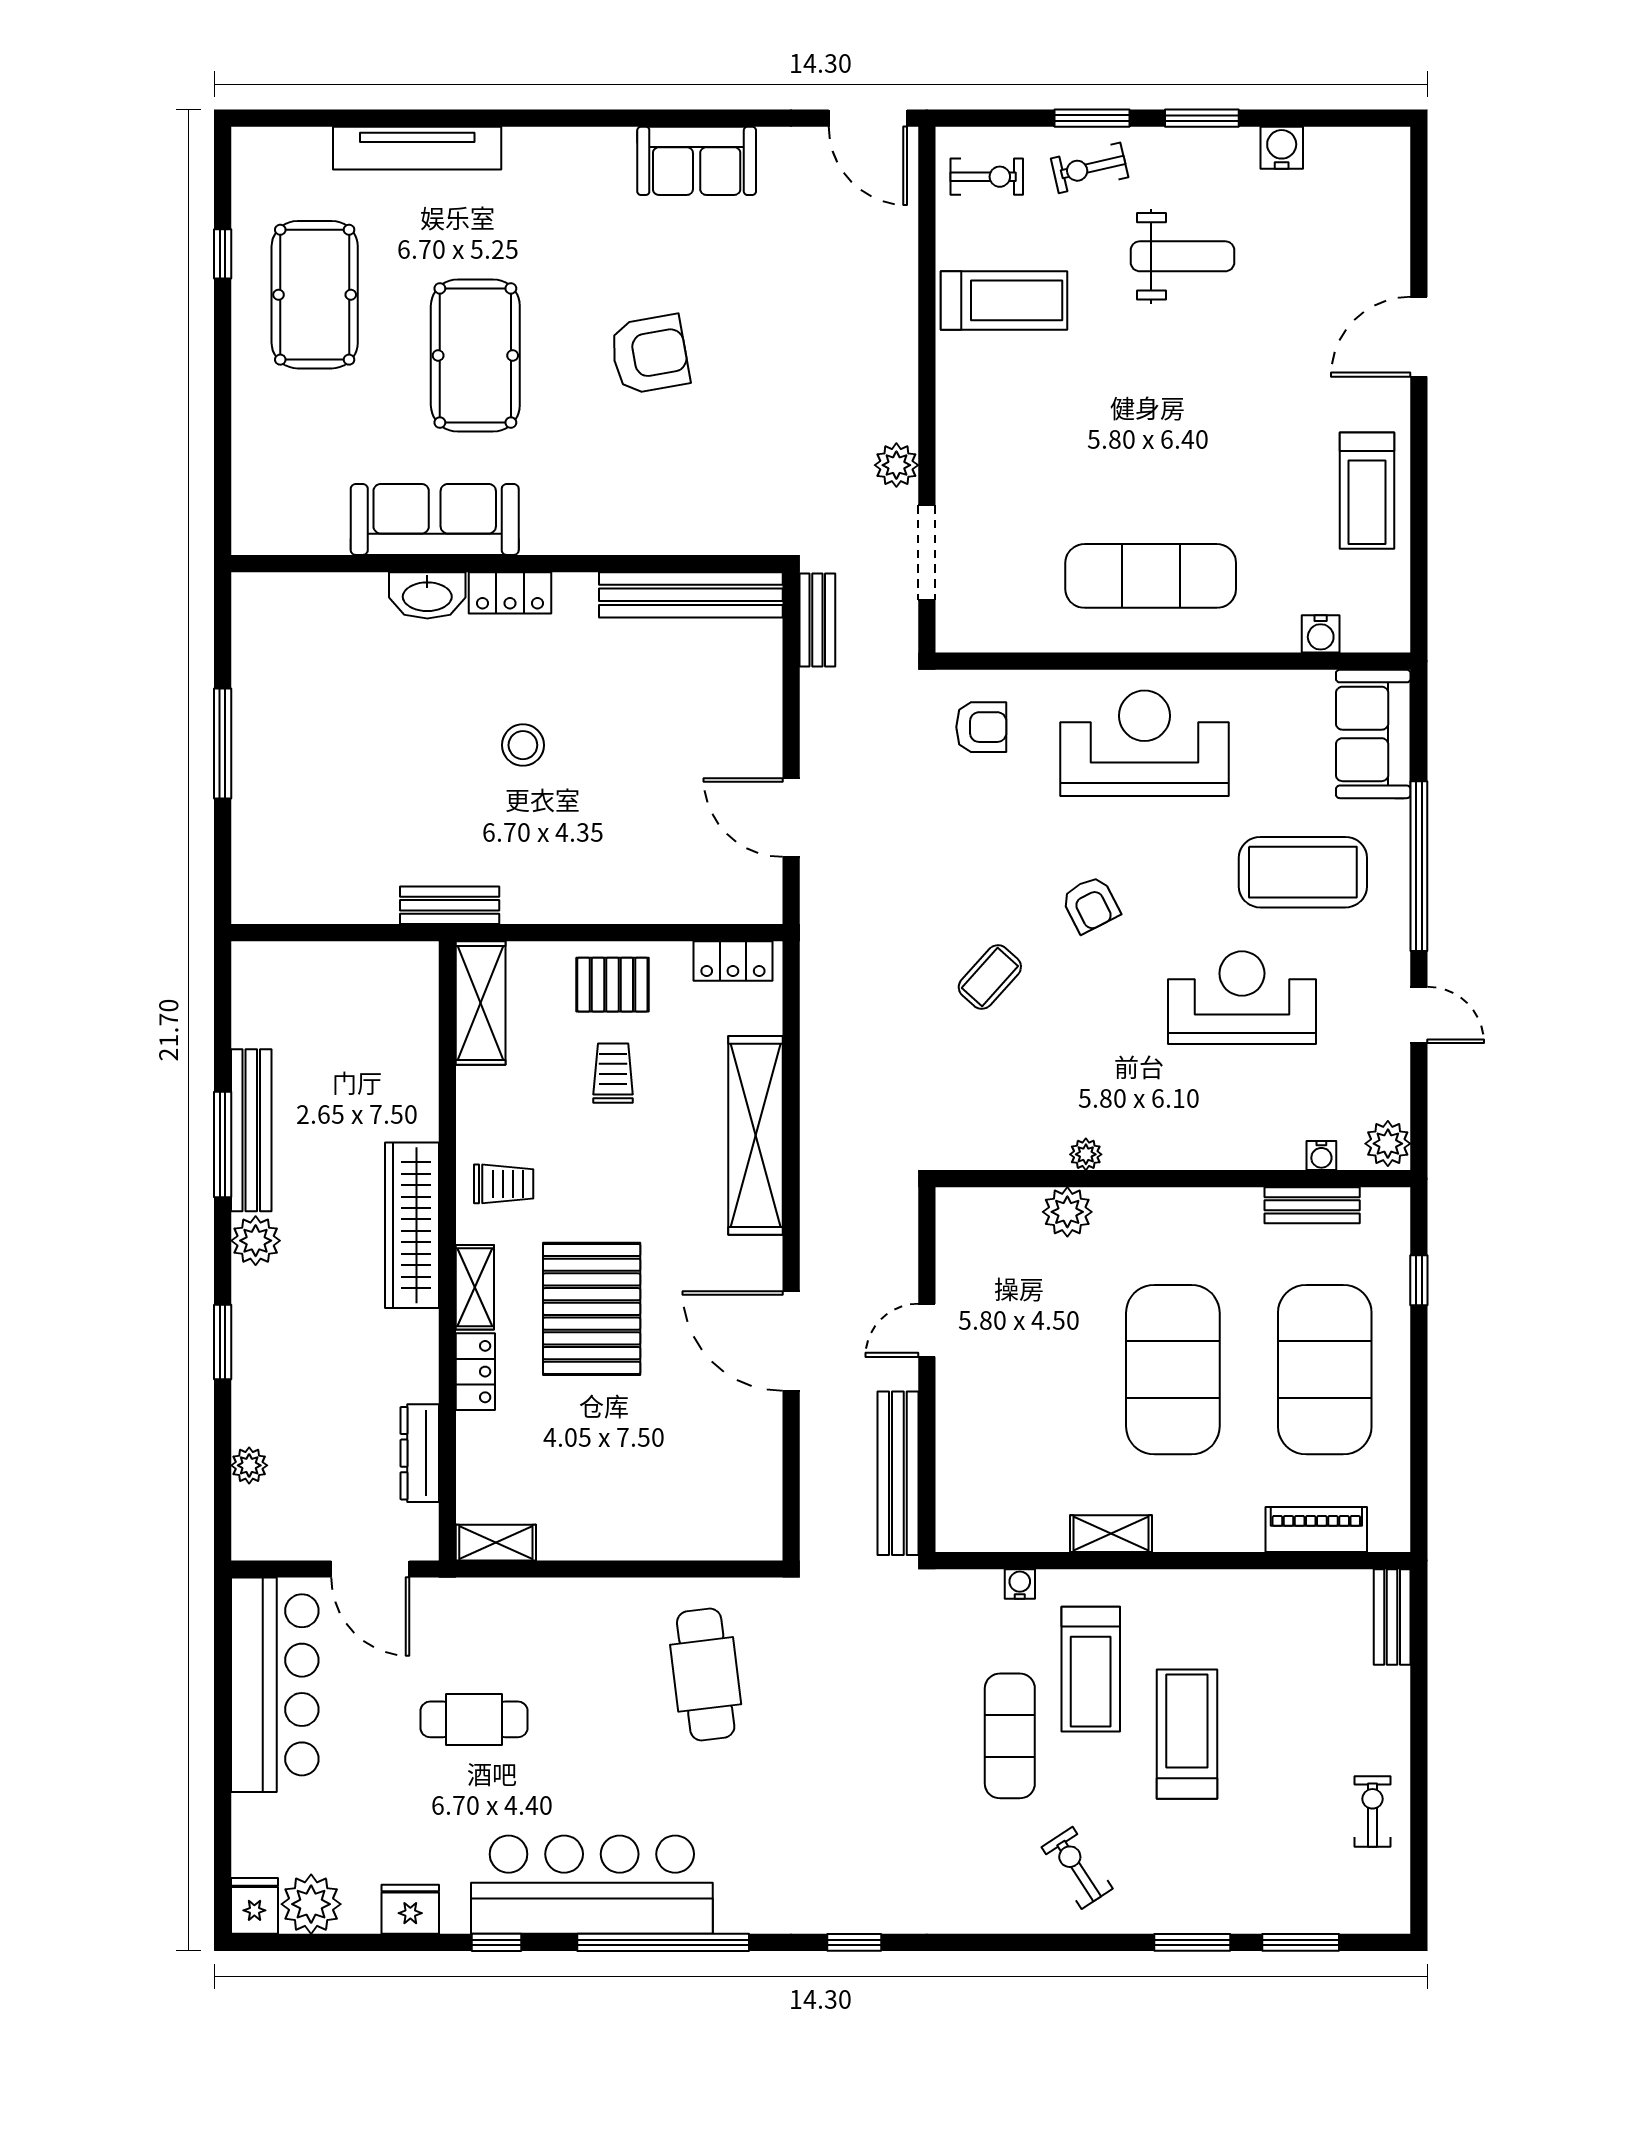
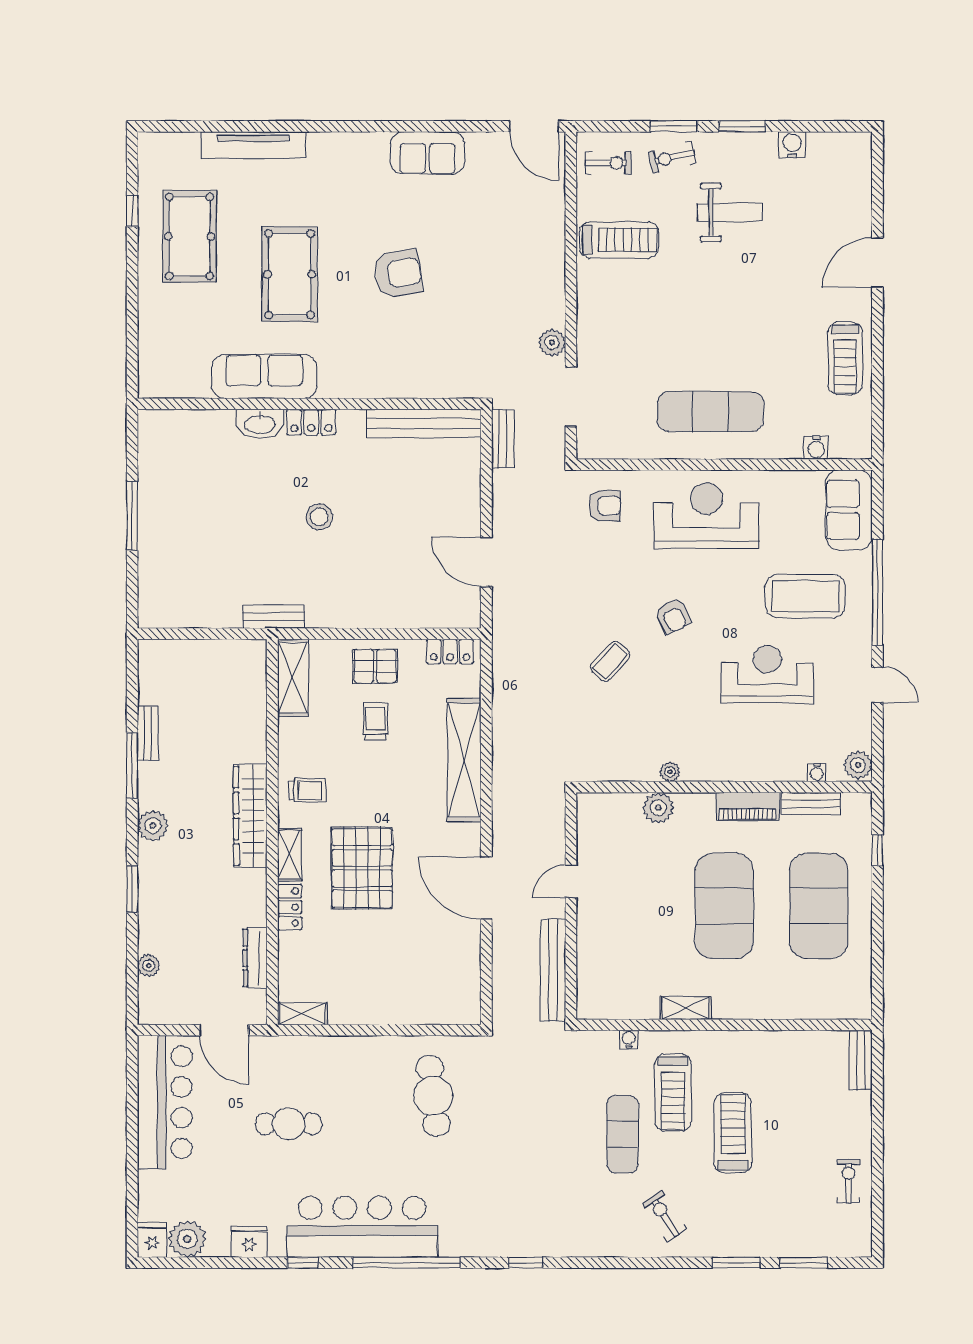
bench: (251, 1130) -> (148, 733), width x0.54, depth x0.82
piano: (1316, 1529) -> (748, 806), moved, turned 180

